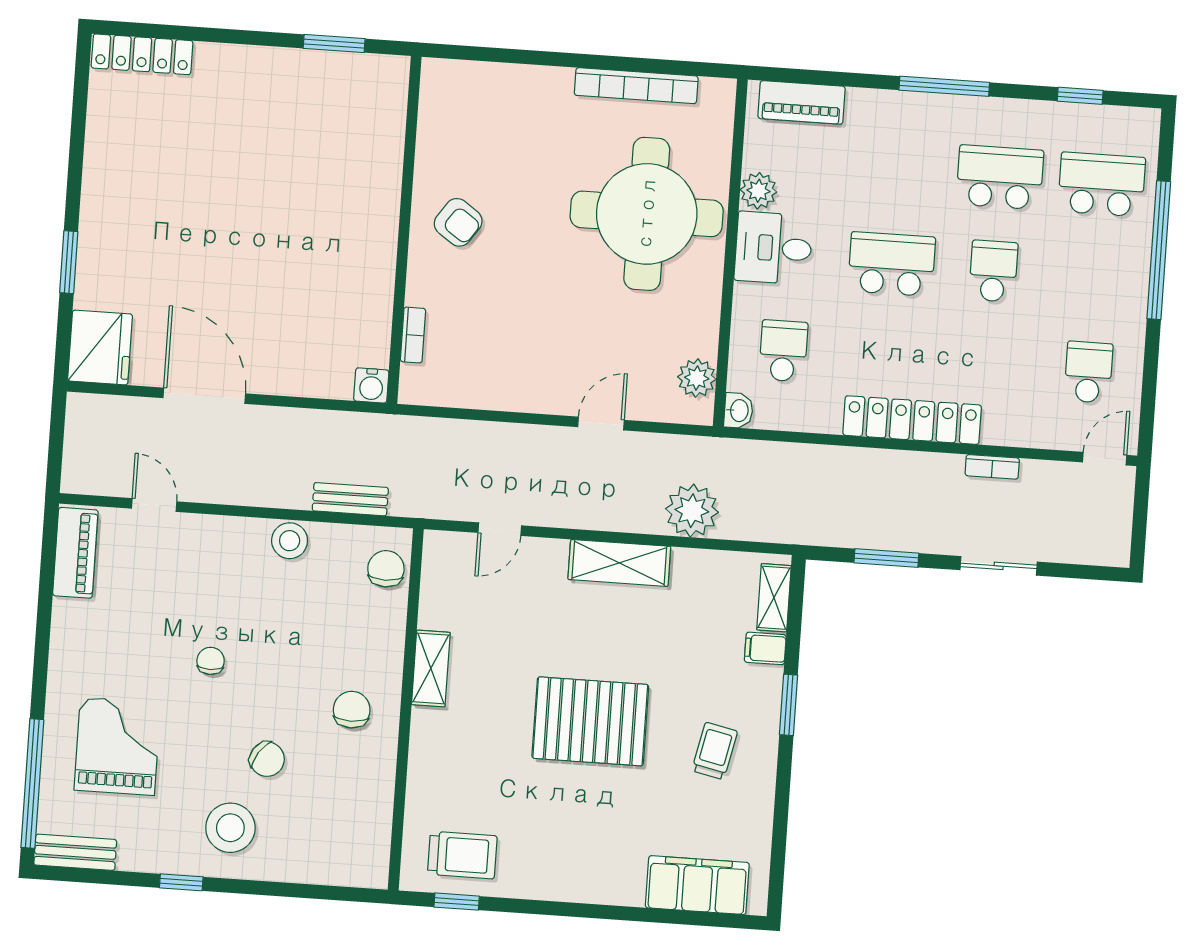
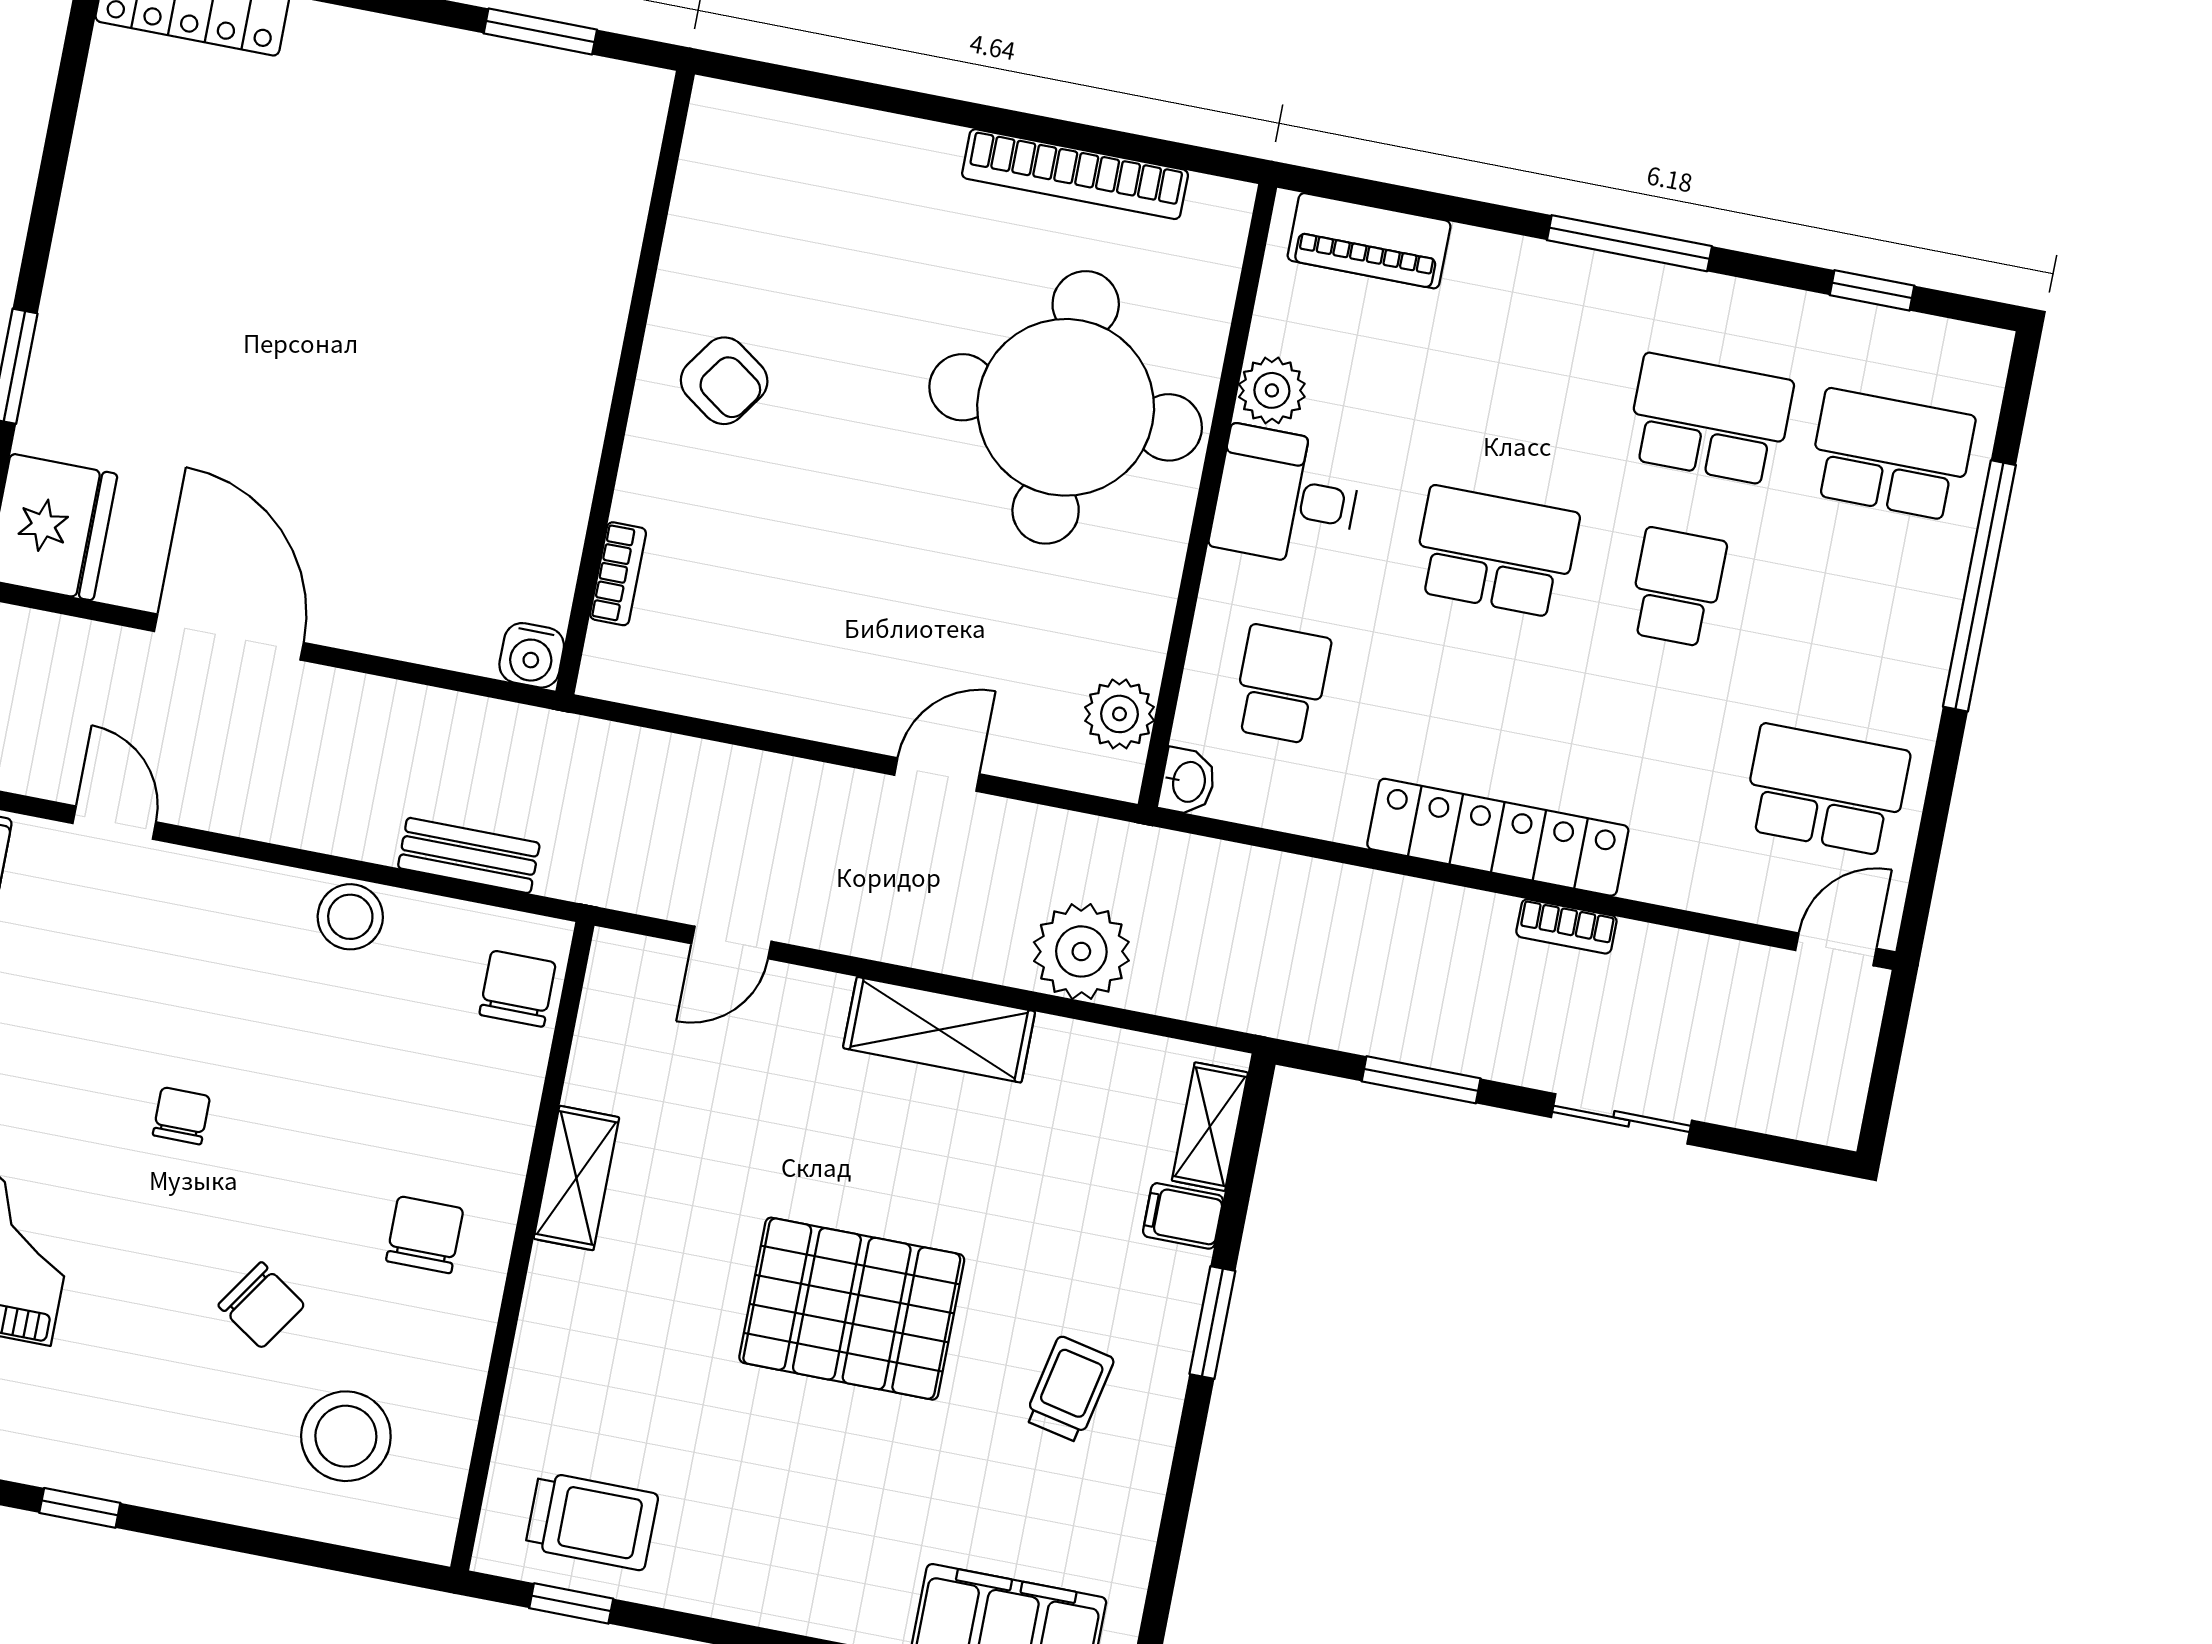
school desk: (1088, 372) -> (1826, 790), width x1.85
bookcase: (992, 467) -> (1566, 926), moved
stool: (230, 828) -> (346, 1436), moved

